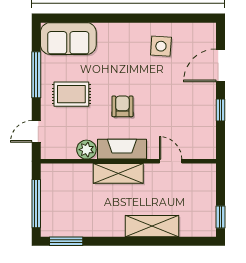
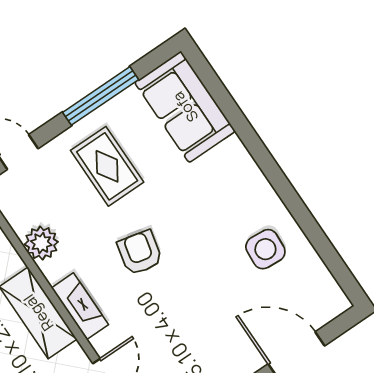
armchair: (122, 106) -> (140, 253), turned -77
fireplace: (122, 149) -> (80, 306), width x0.73, depth x0.76

